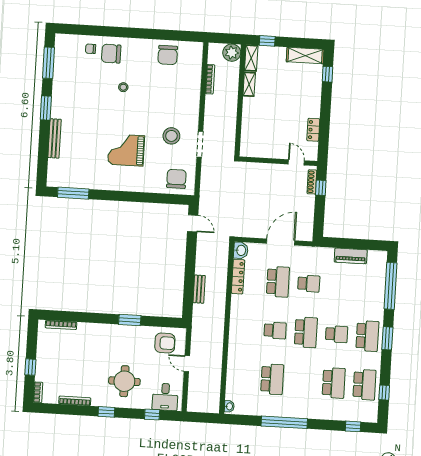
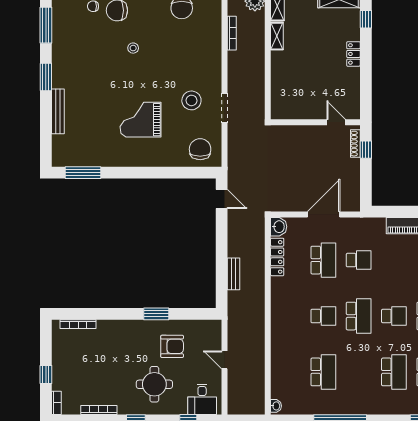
locker: (313, 130) -> (353, 54), moved
armchair: (165, 343) -> (172, 346), moved

